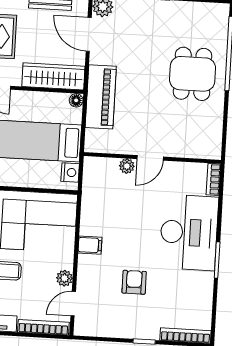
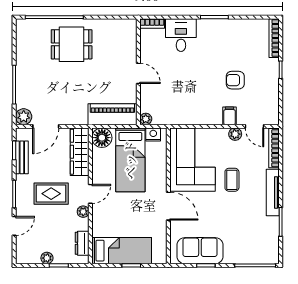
piano: (101, 97) -> (112, 114), moved
floor lamp: (76, 100) -> (102, 138), width x1.89, depth x1.89
plant: (127, 166) -> (146, 119), moved
desk: (189, 232) -> (181, 35), width x0.53, depth x0.77
filing cabinet: (90, 245) -> (229, 116), moved

